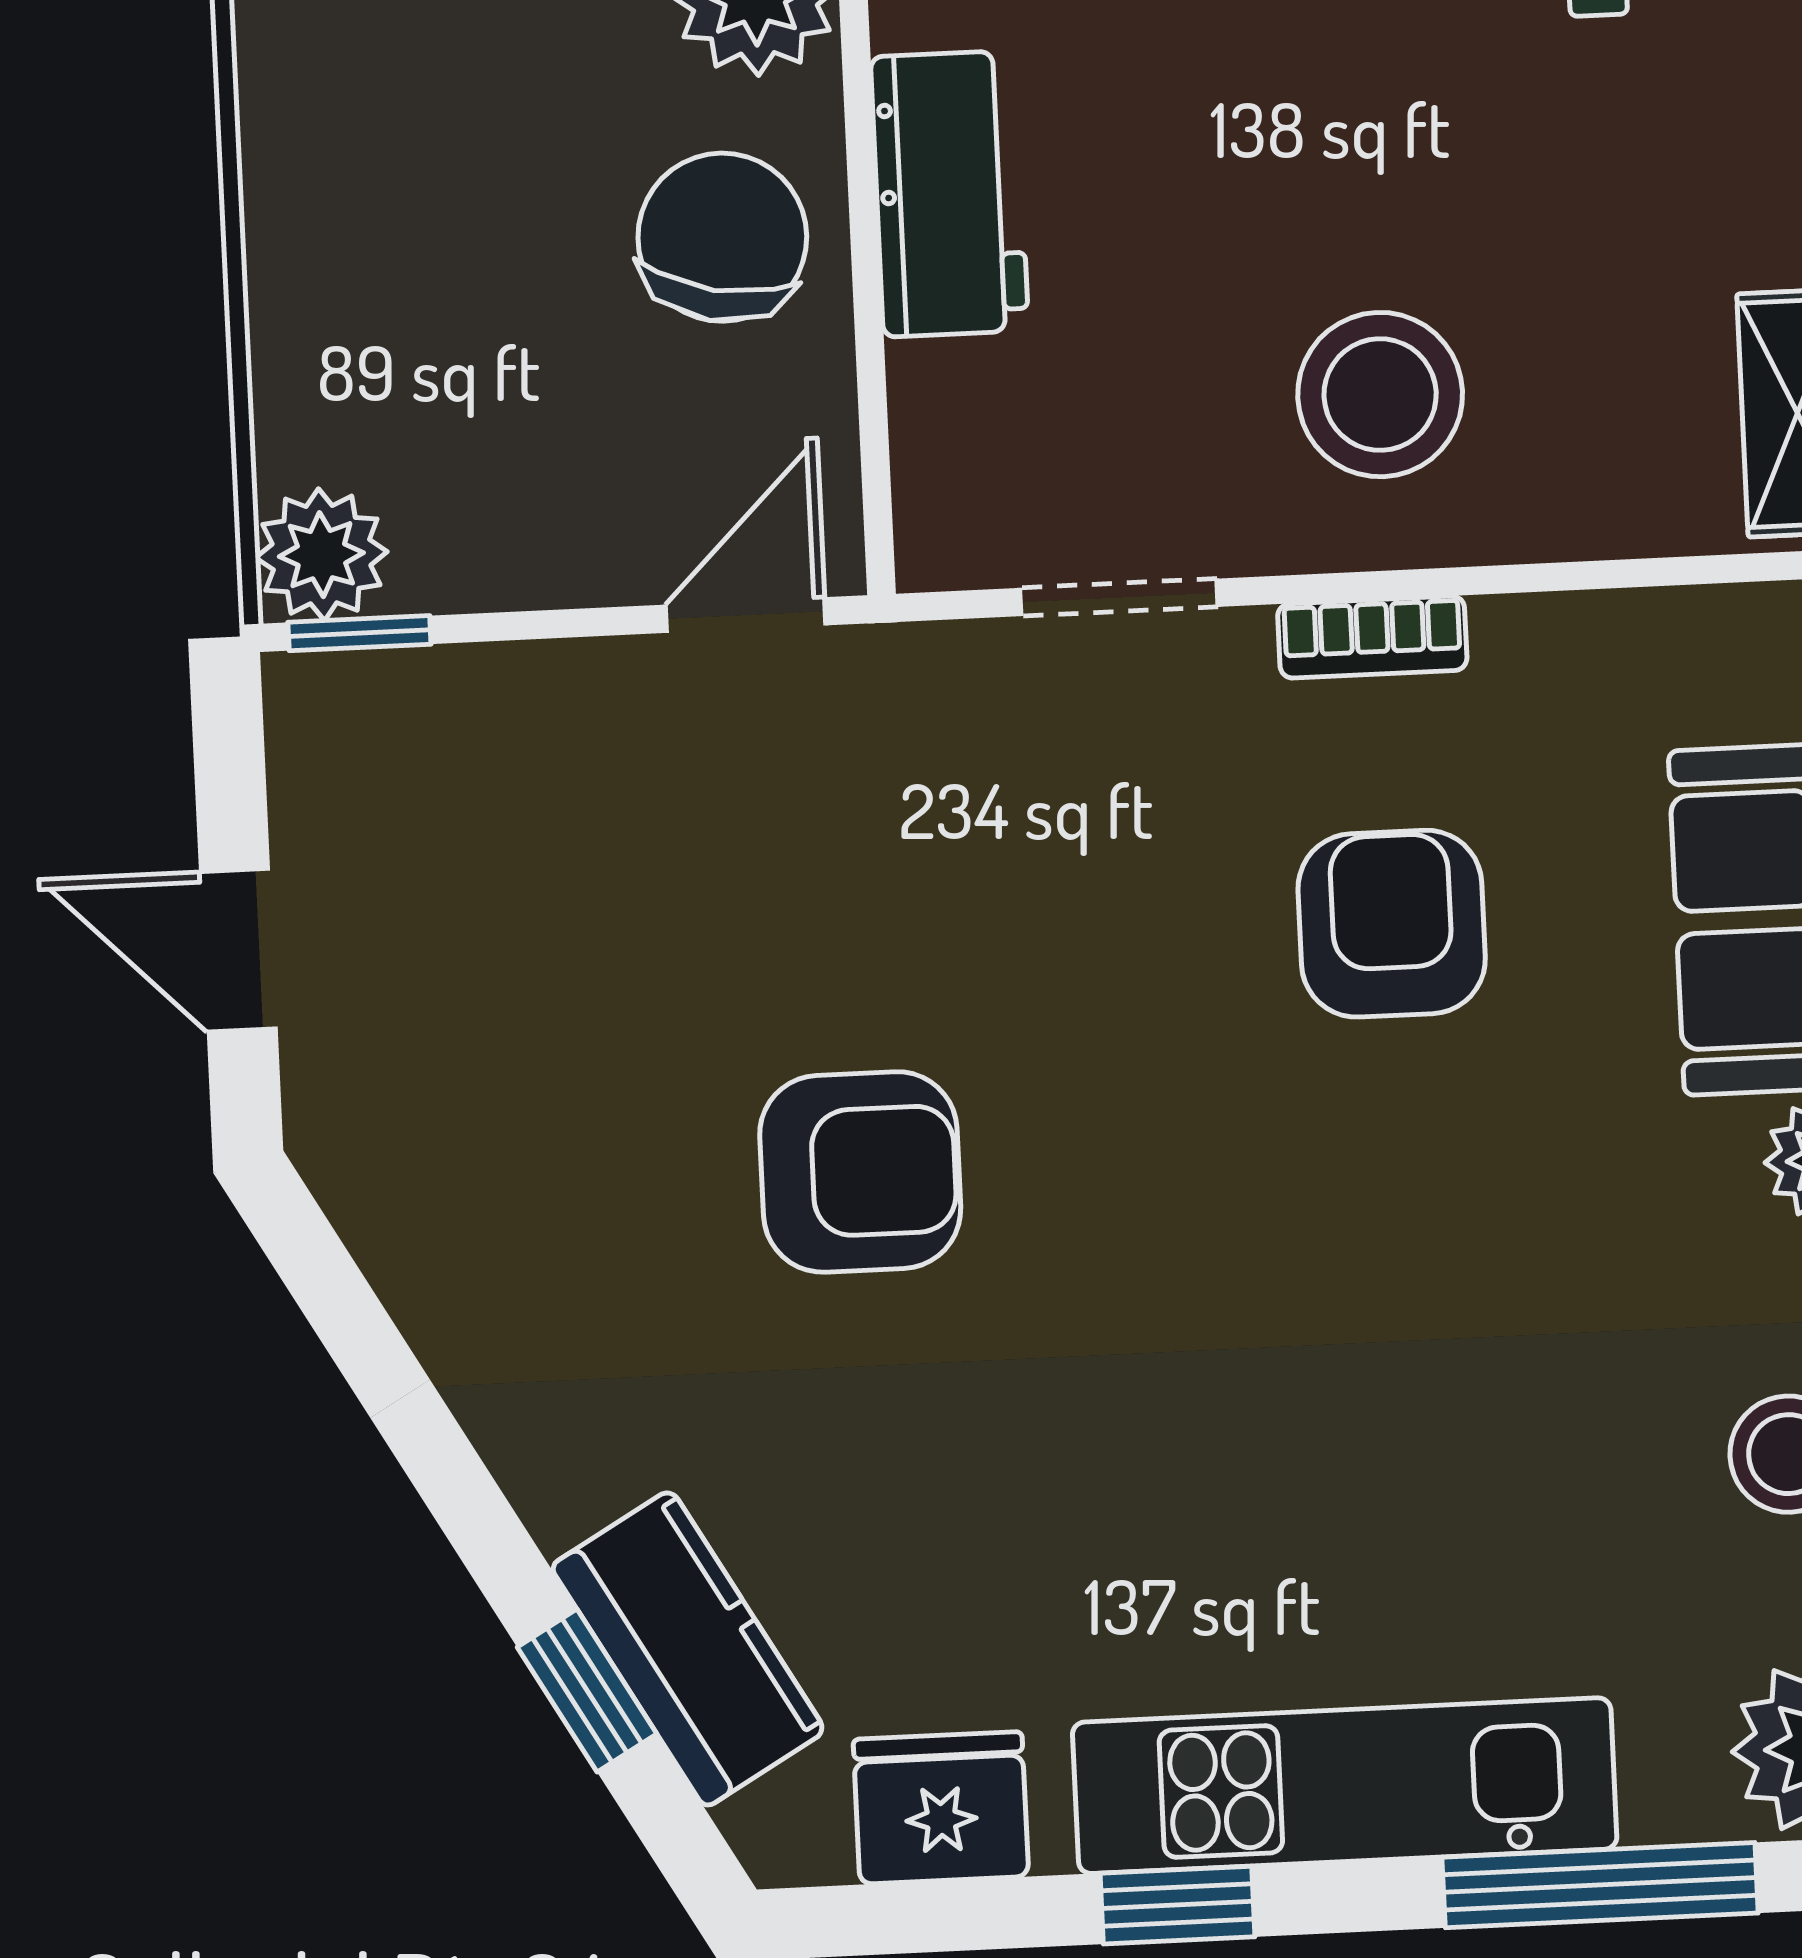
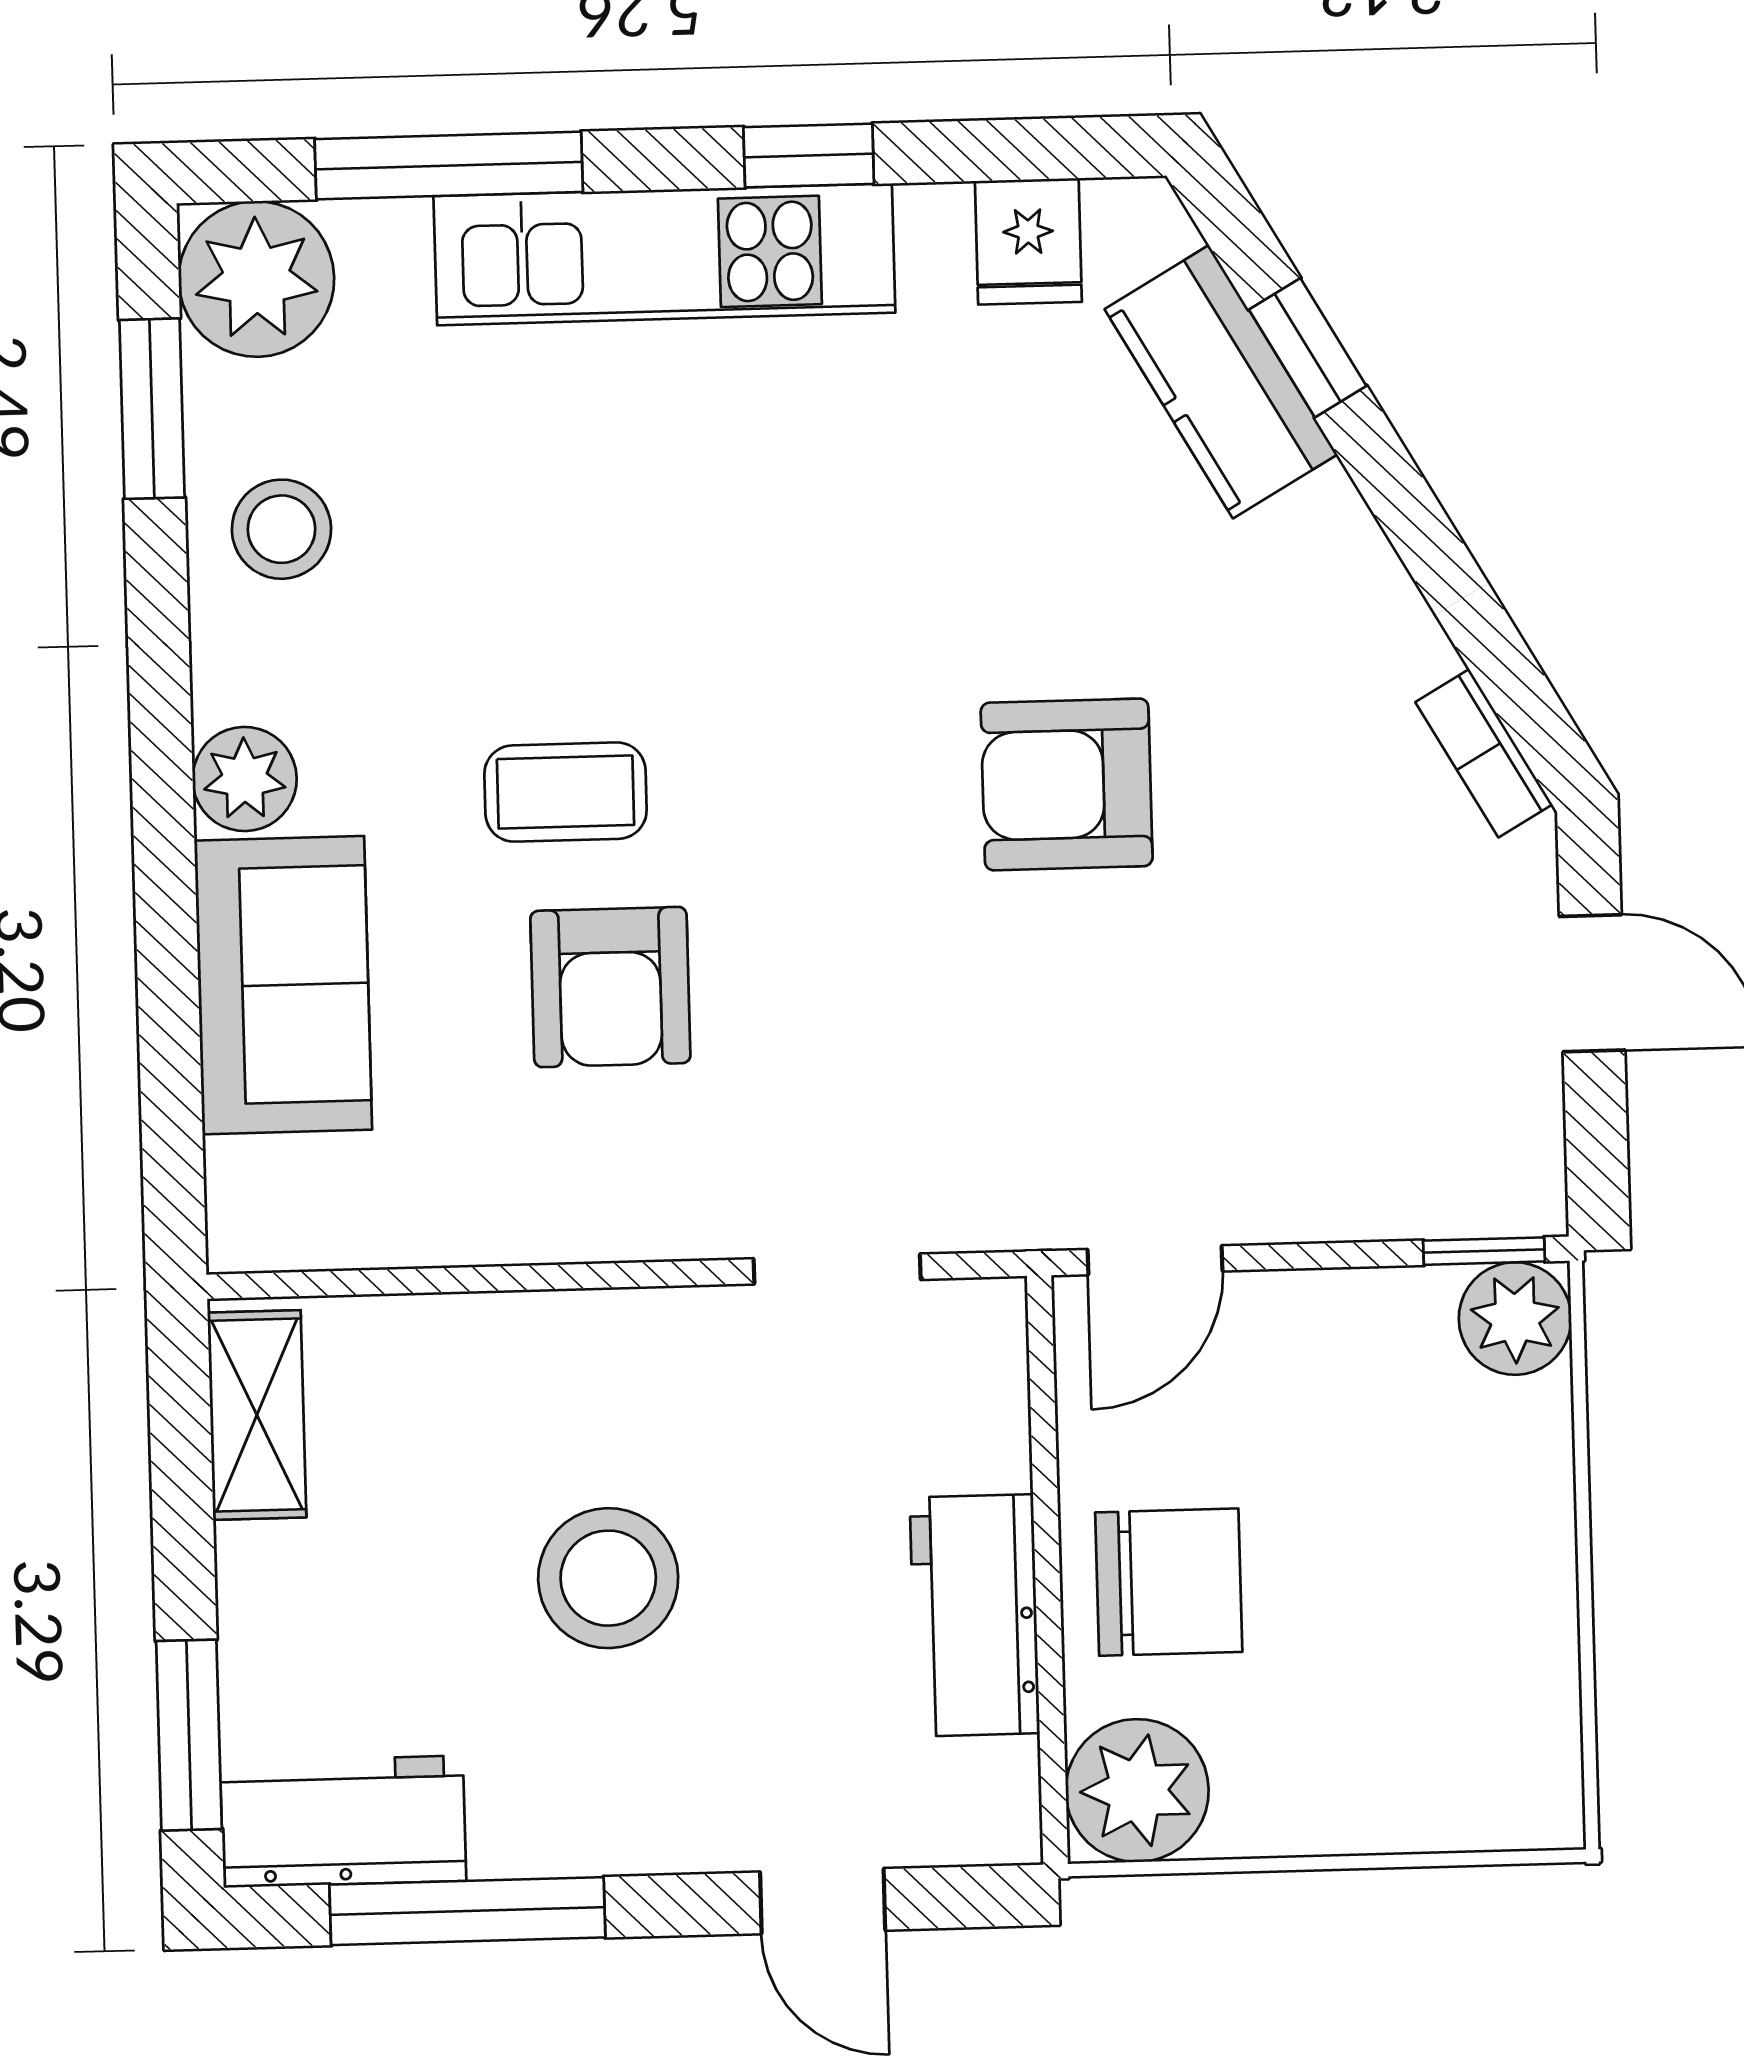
chair: (722, 237) -> (1169, 1582), turned -101
stool: (1380, 395) -> (608, 1578), moved
bookcase: (1372, 637) -> (1484, 753), moved, turned -120
coffee table: (1449, 1152) -> (566, 792), added
fridge: (941, 1808) -> (1028, 241), width x0.72

